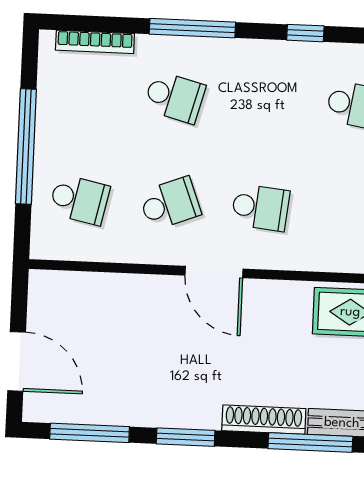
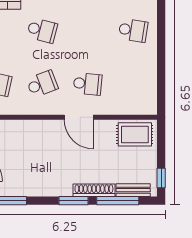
door: (214, 272) -> (79, 117), moved
window: (186, 437) -> (74, 201), moved

